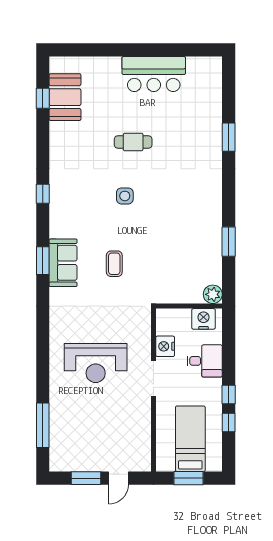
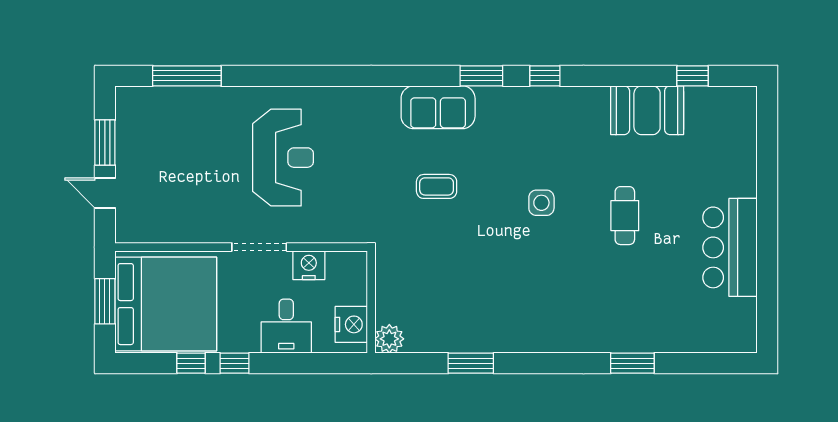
booth: (65, 97) -> (647, 110), moved
window: (43, 261) -> (481, 76), moved
reception desk: (96, 363) -> (283, 158), turned 180
bed: (190, 439) -> (166, 304), width x2.04

